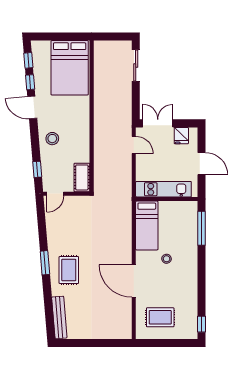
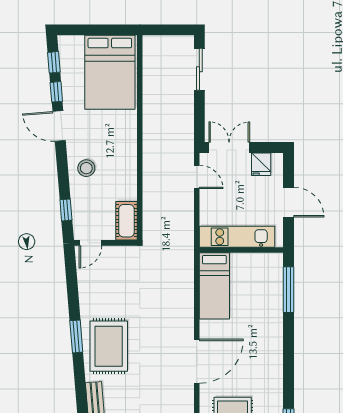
stool: (167, 259) -> (241, 331), removed
rug: (69, 270) -> (109, 346), width x1.36, depth x1.43
door: (134, 281) -> (197, 361), swing flipped

